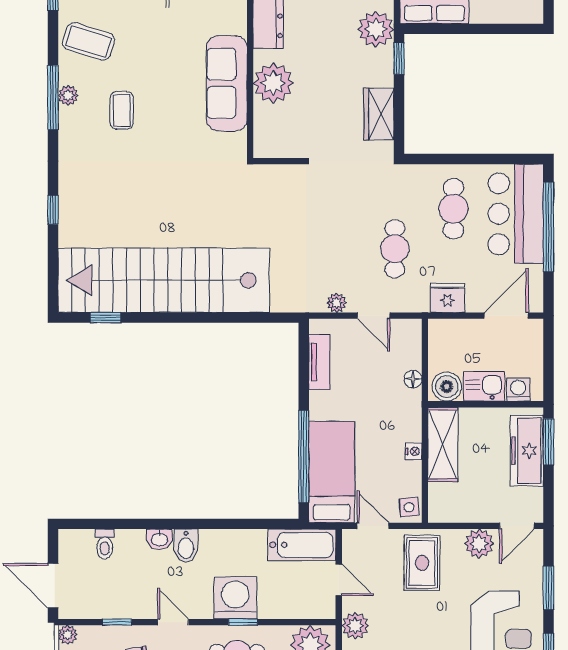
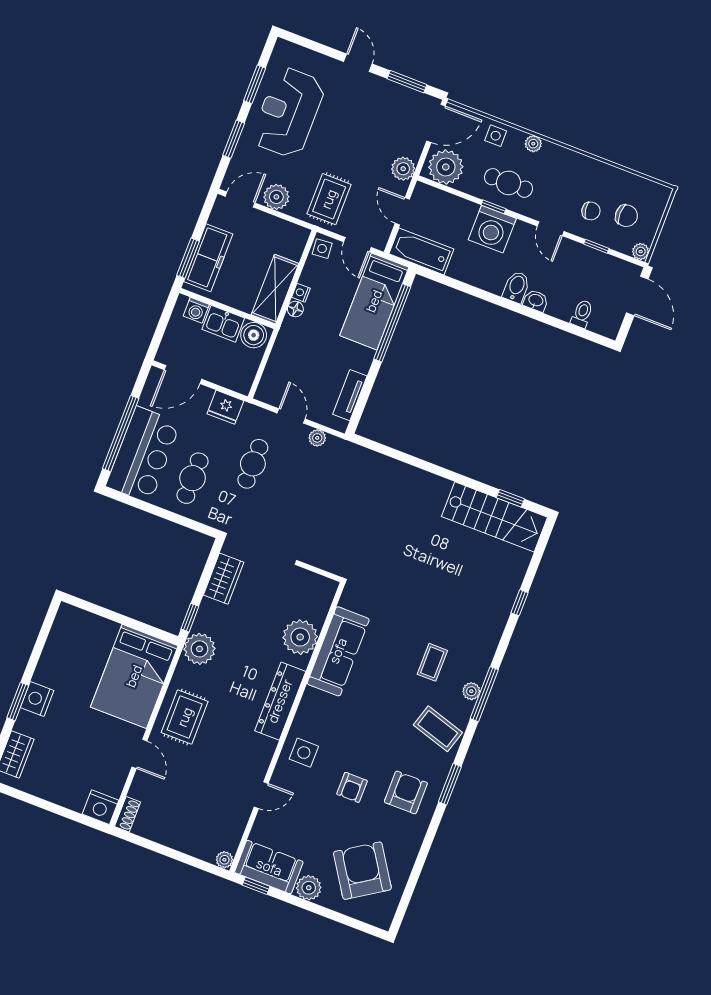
stairs: (164, 280) -> (494, 517), width x0.54, depth x0.66
floor lamp: (413, 379) -> (295, 309), moved

